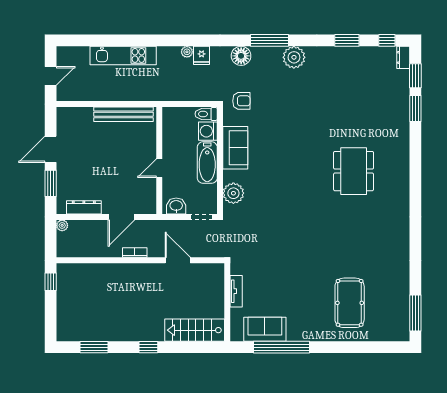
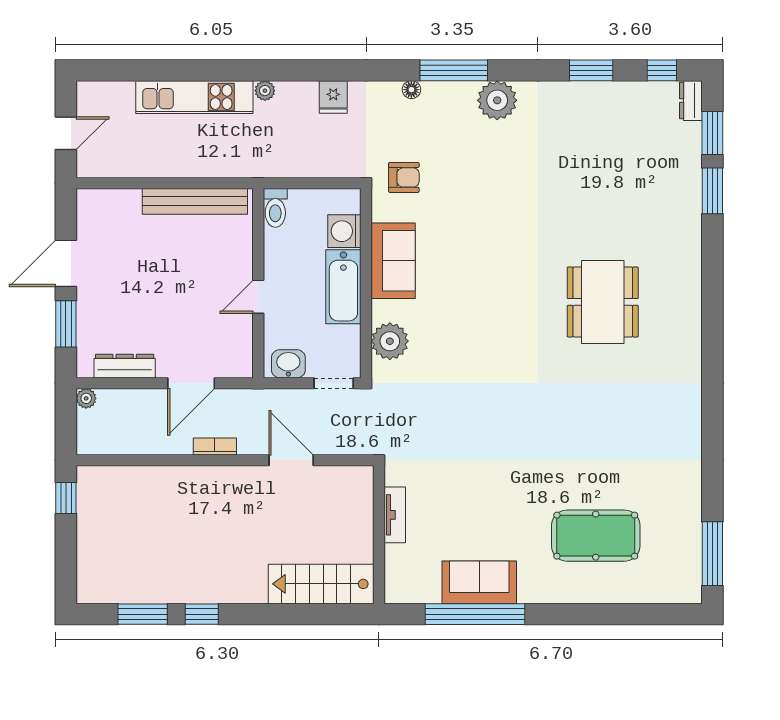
plant: (187, 52) -> (265, 91), moved
floor lamp: (241, 56) -> (411, 90), width x0.53, depth x0.53
toilet: (206, 114) -> (275, 208), moved, turned -90
pool table: (350, 303) -> (596, 536), turned 90
sofa: (265, 329) -> (479, 582), moved
window: (148, 347) -> (202, 614), moved

